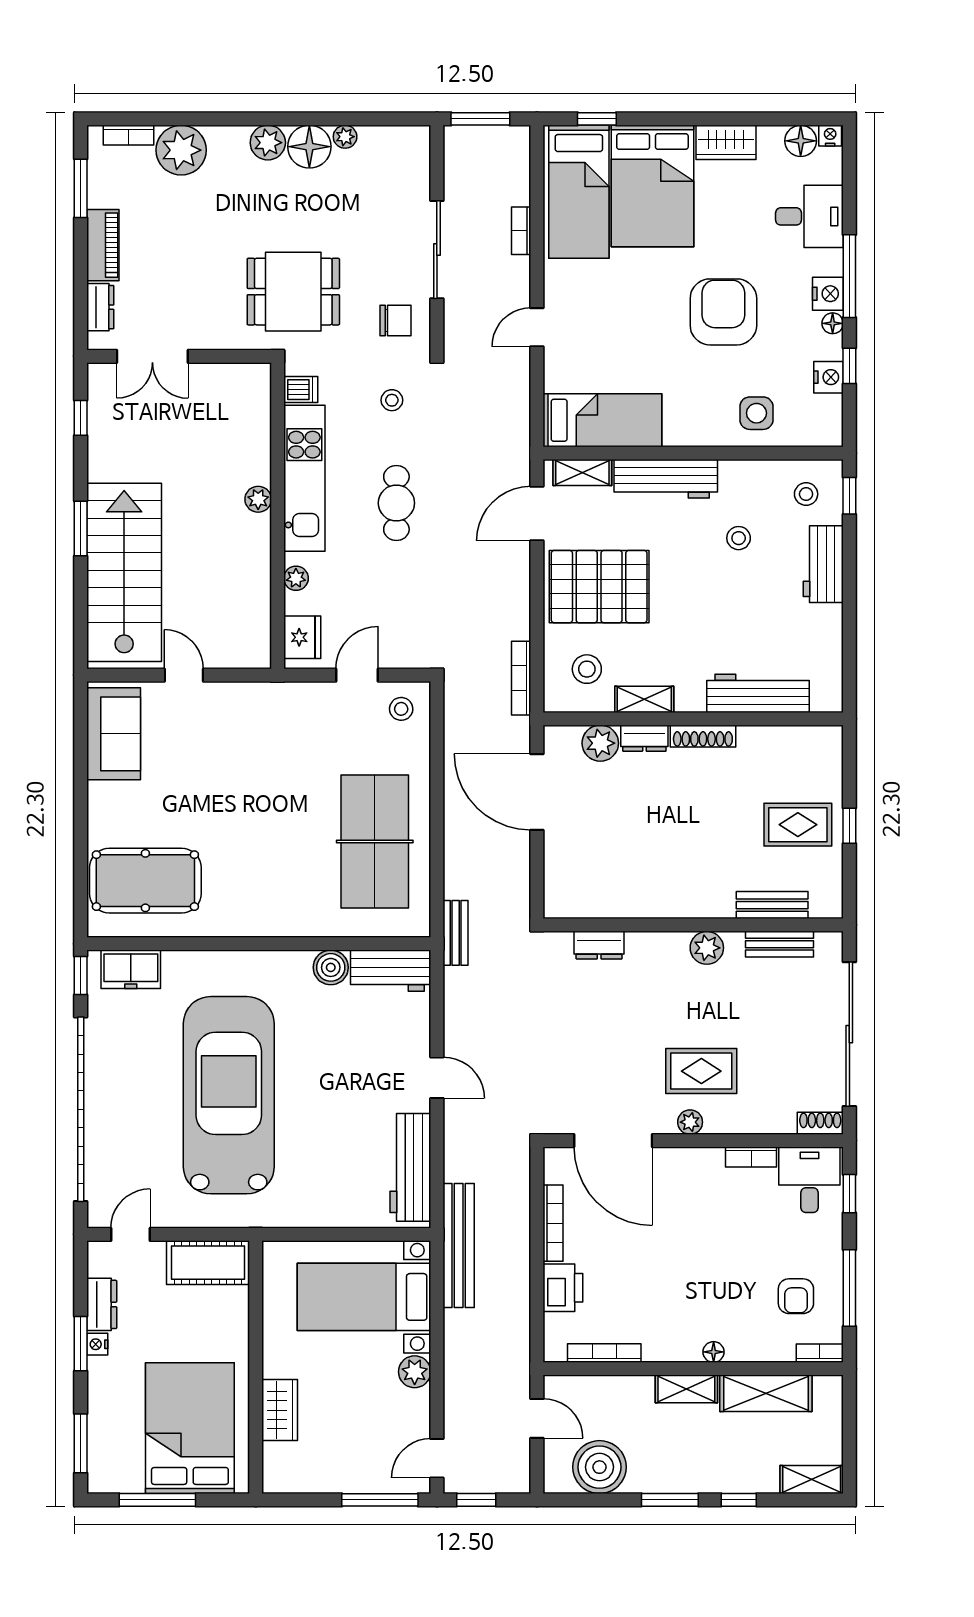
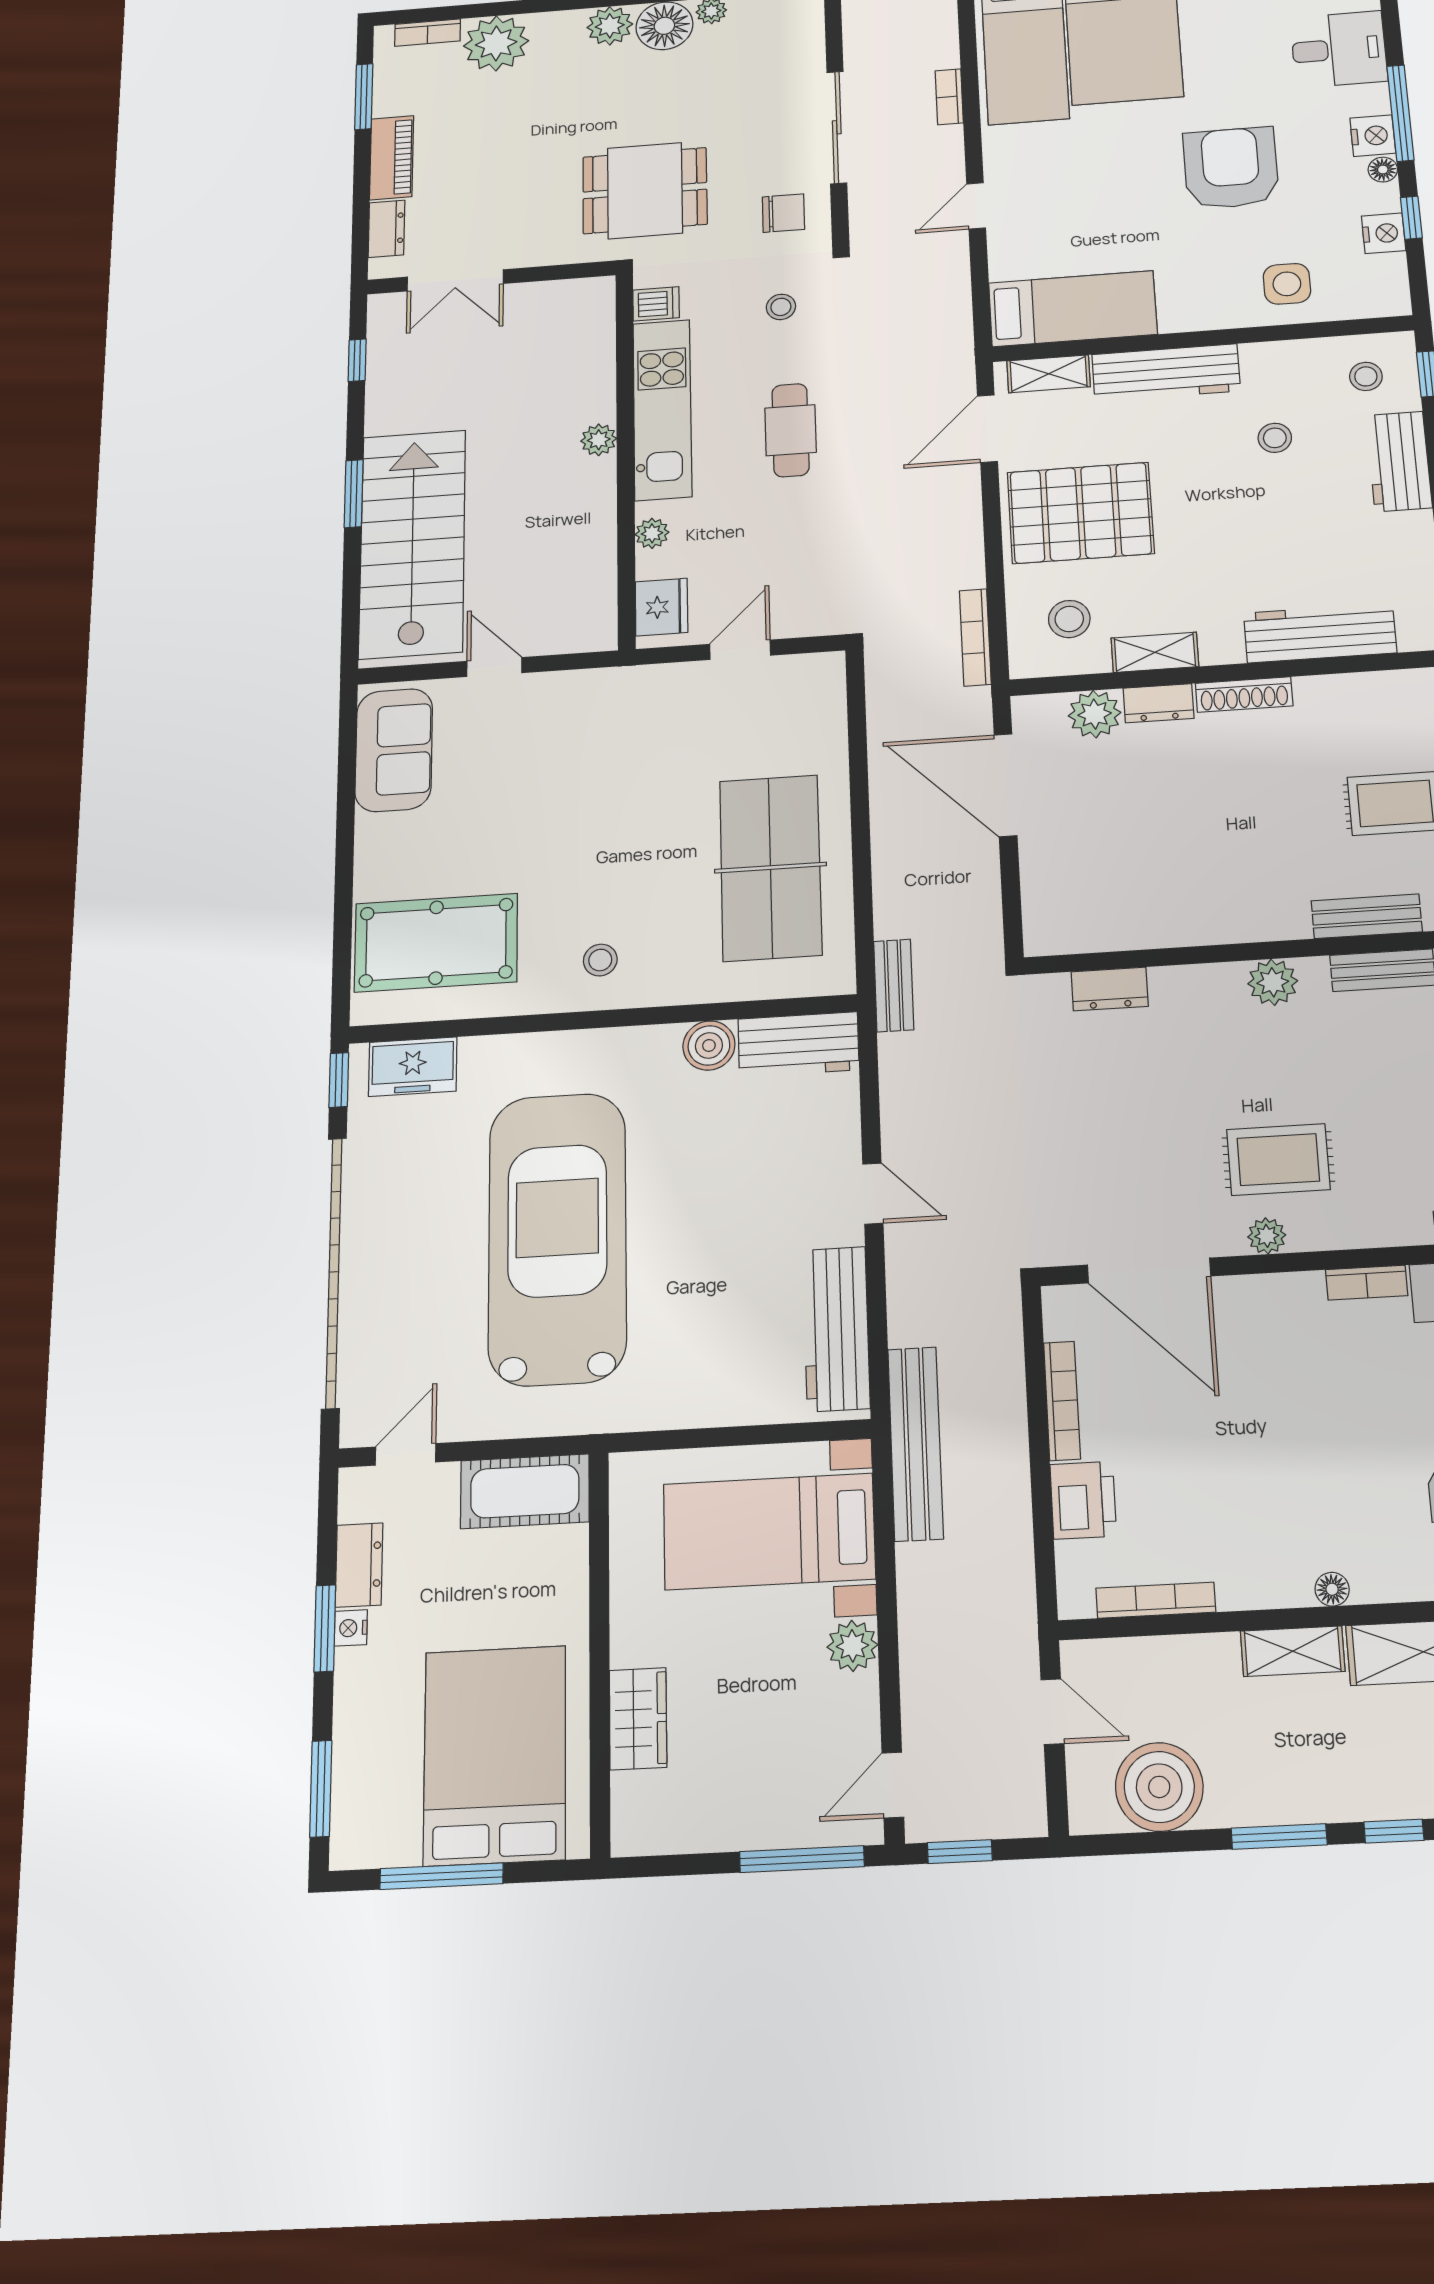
stool: (401, 709) -> (600, 960), moved

